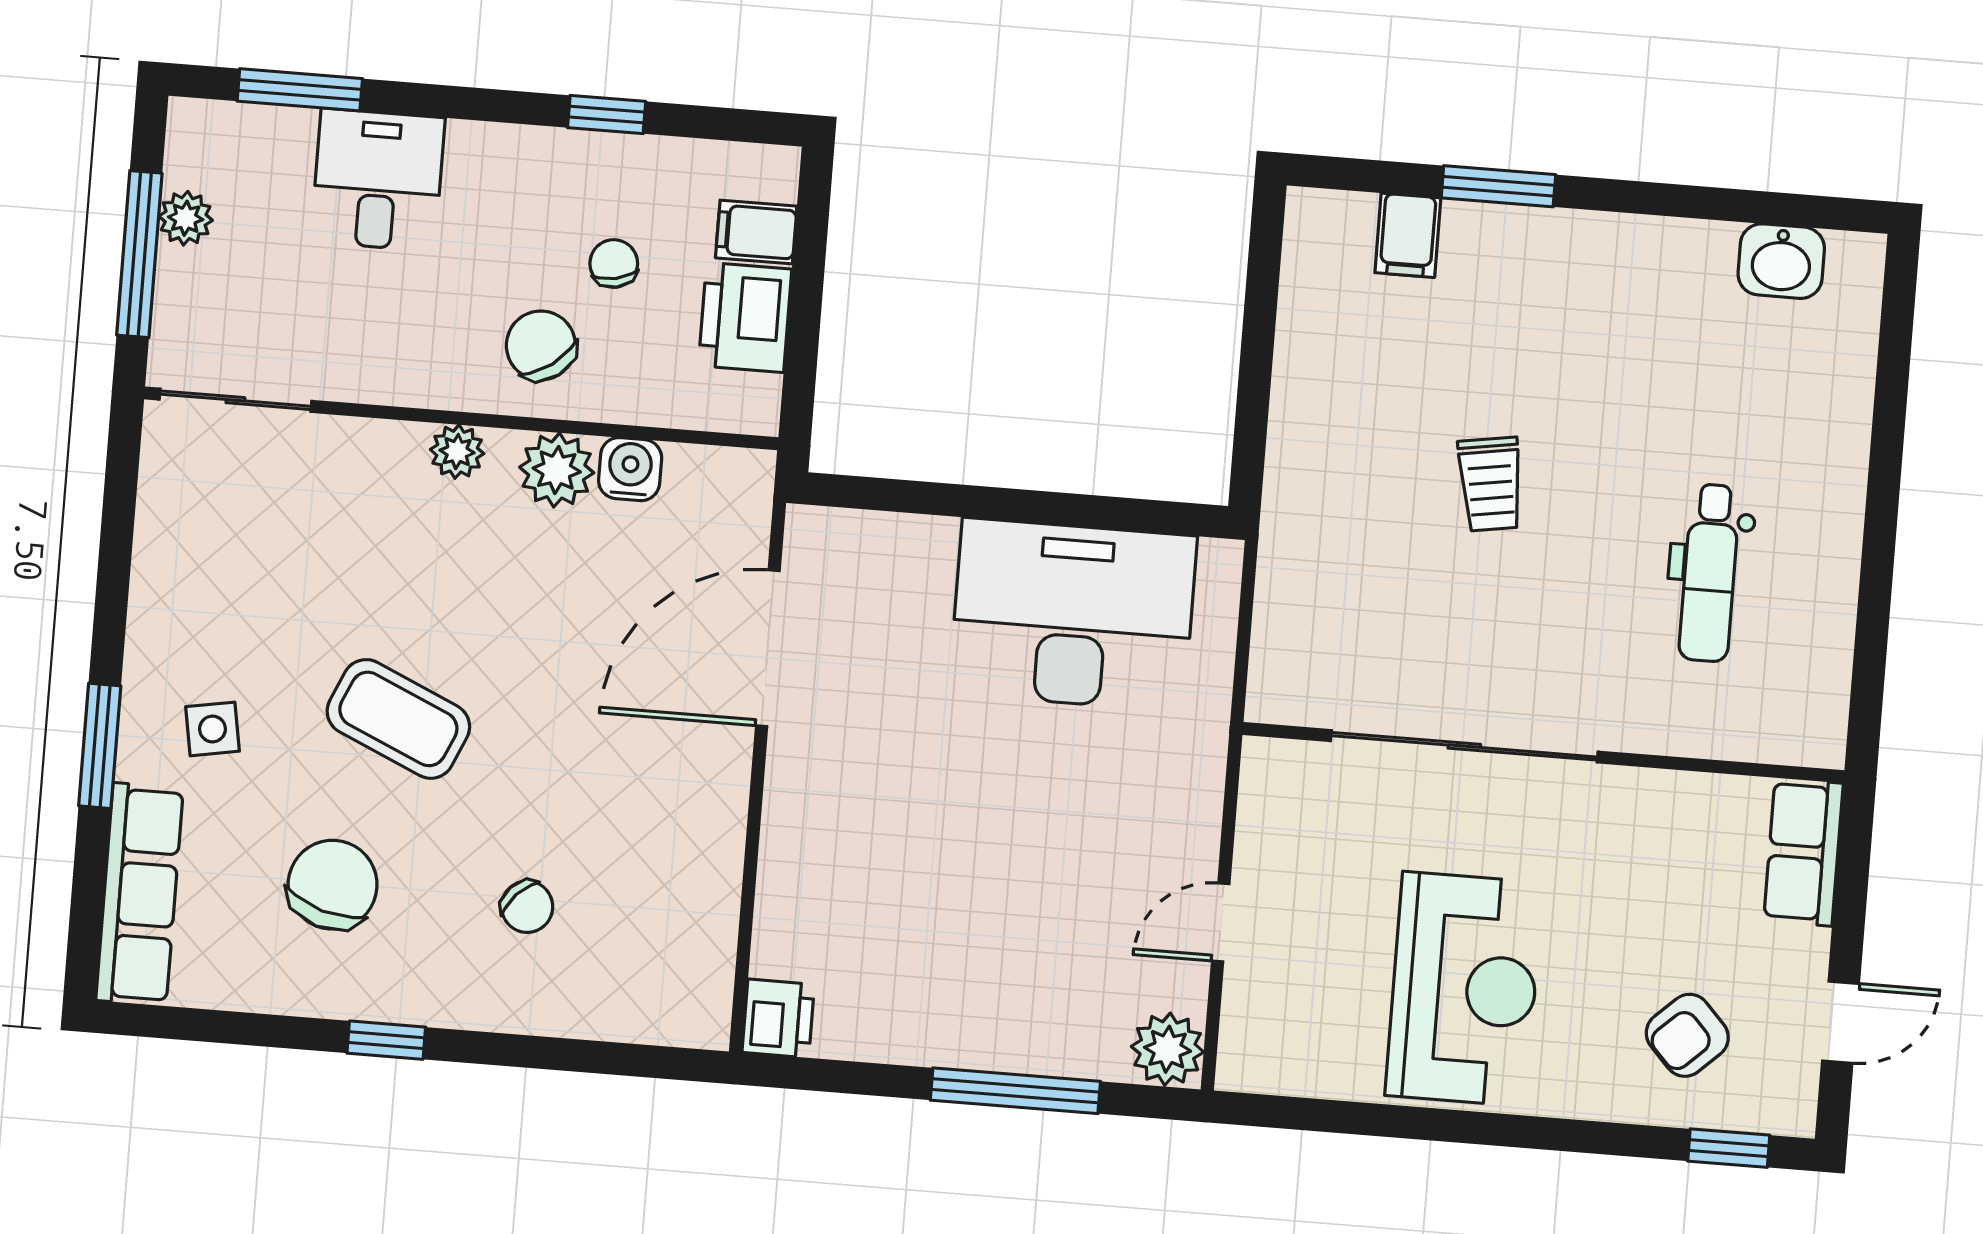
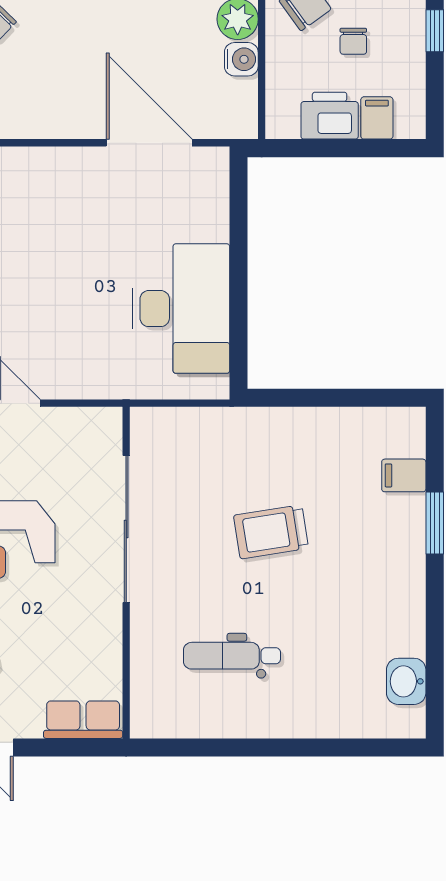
chair: (614, 263) -> (353, 41), turned 102
trolley: (1491, 484) -> (271, 532), width x1.36, depth x1.39

